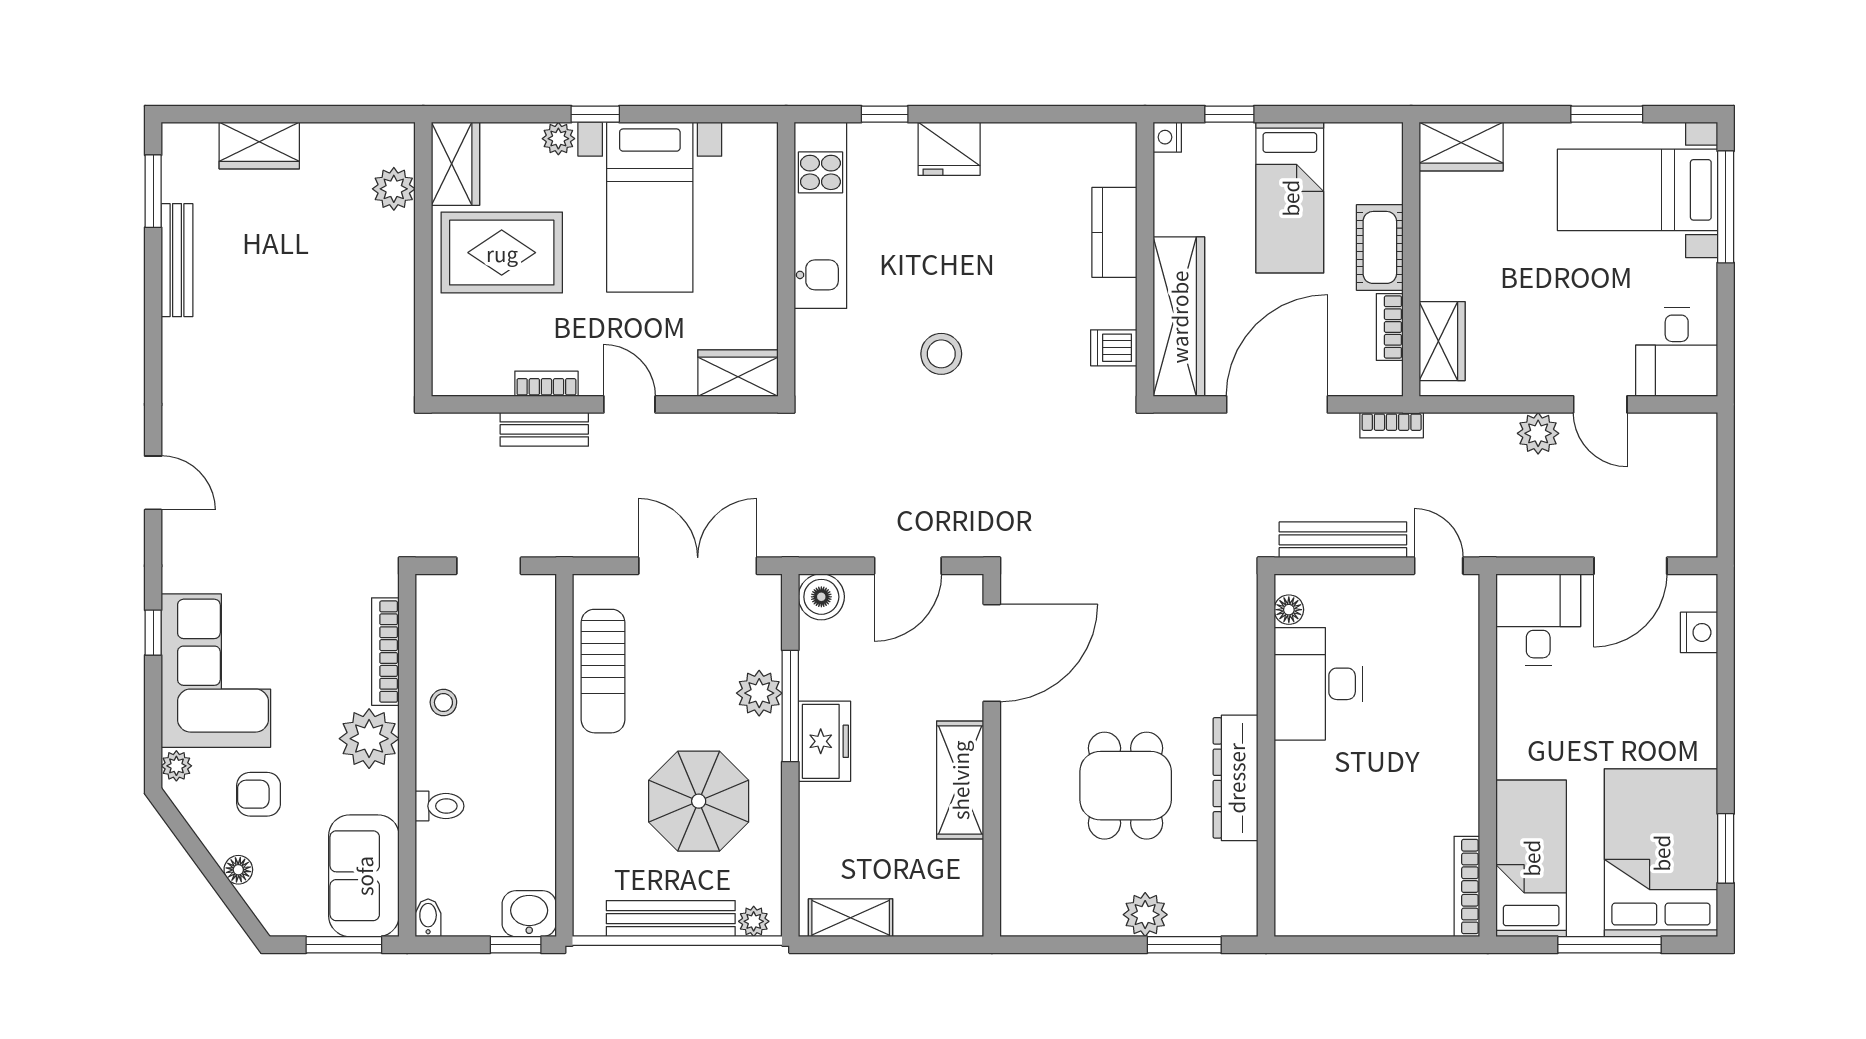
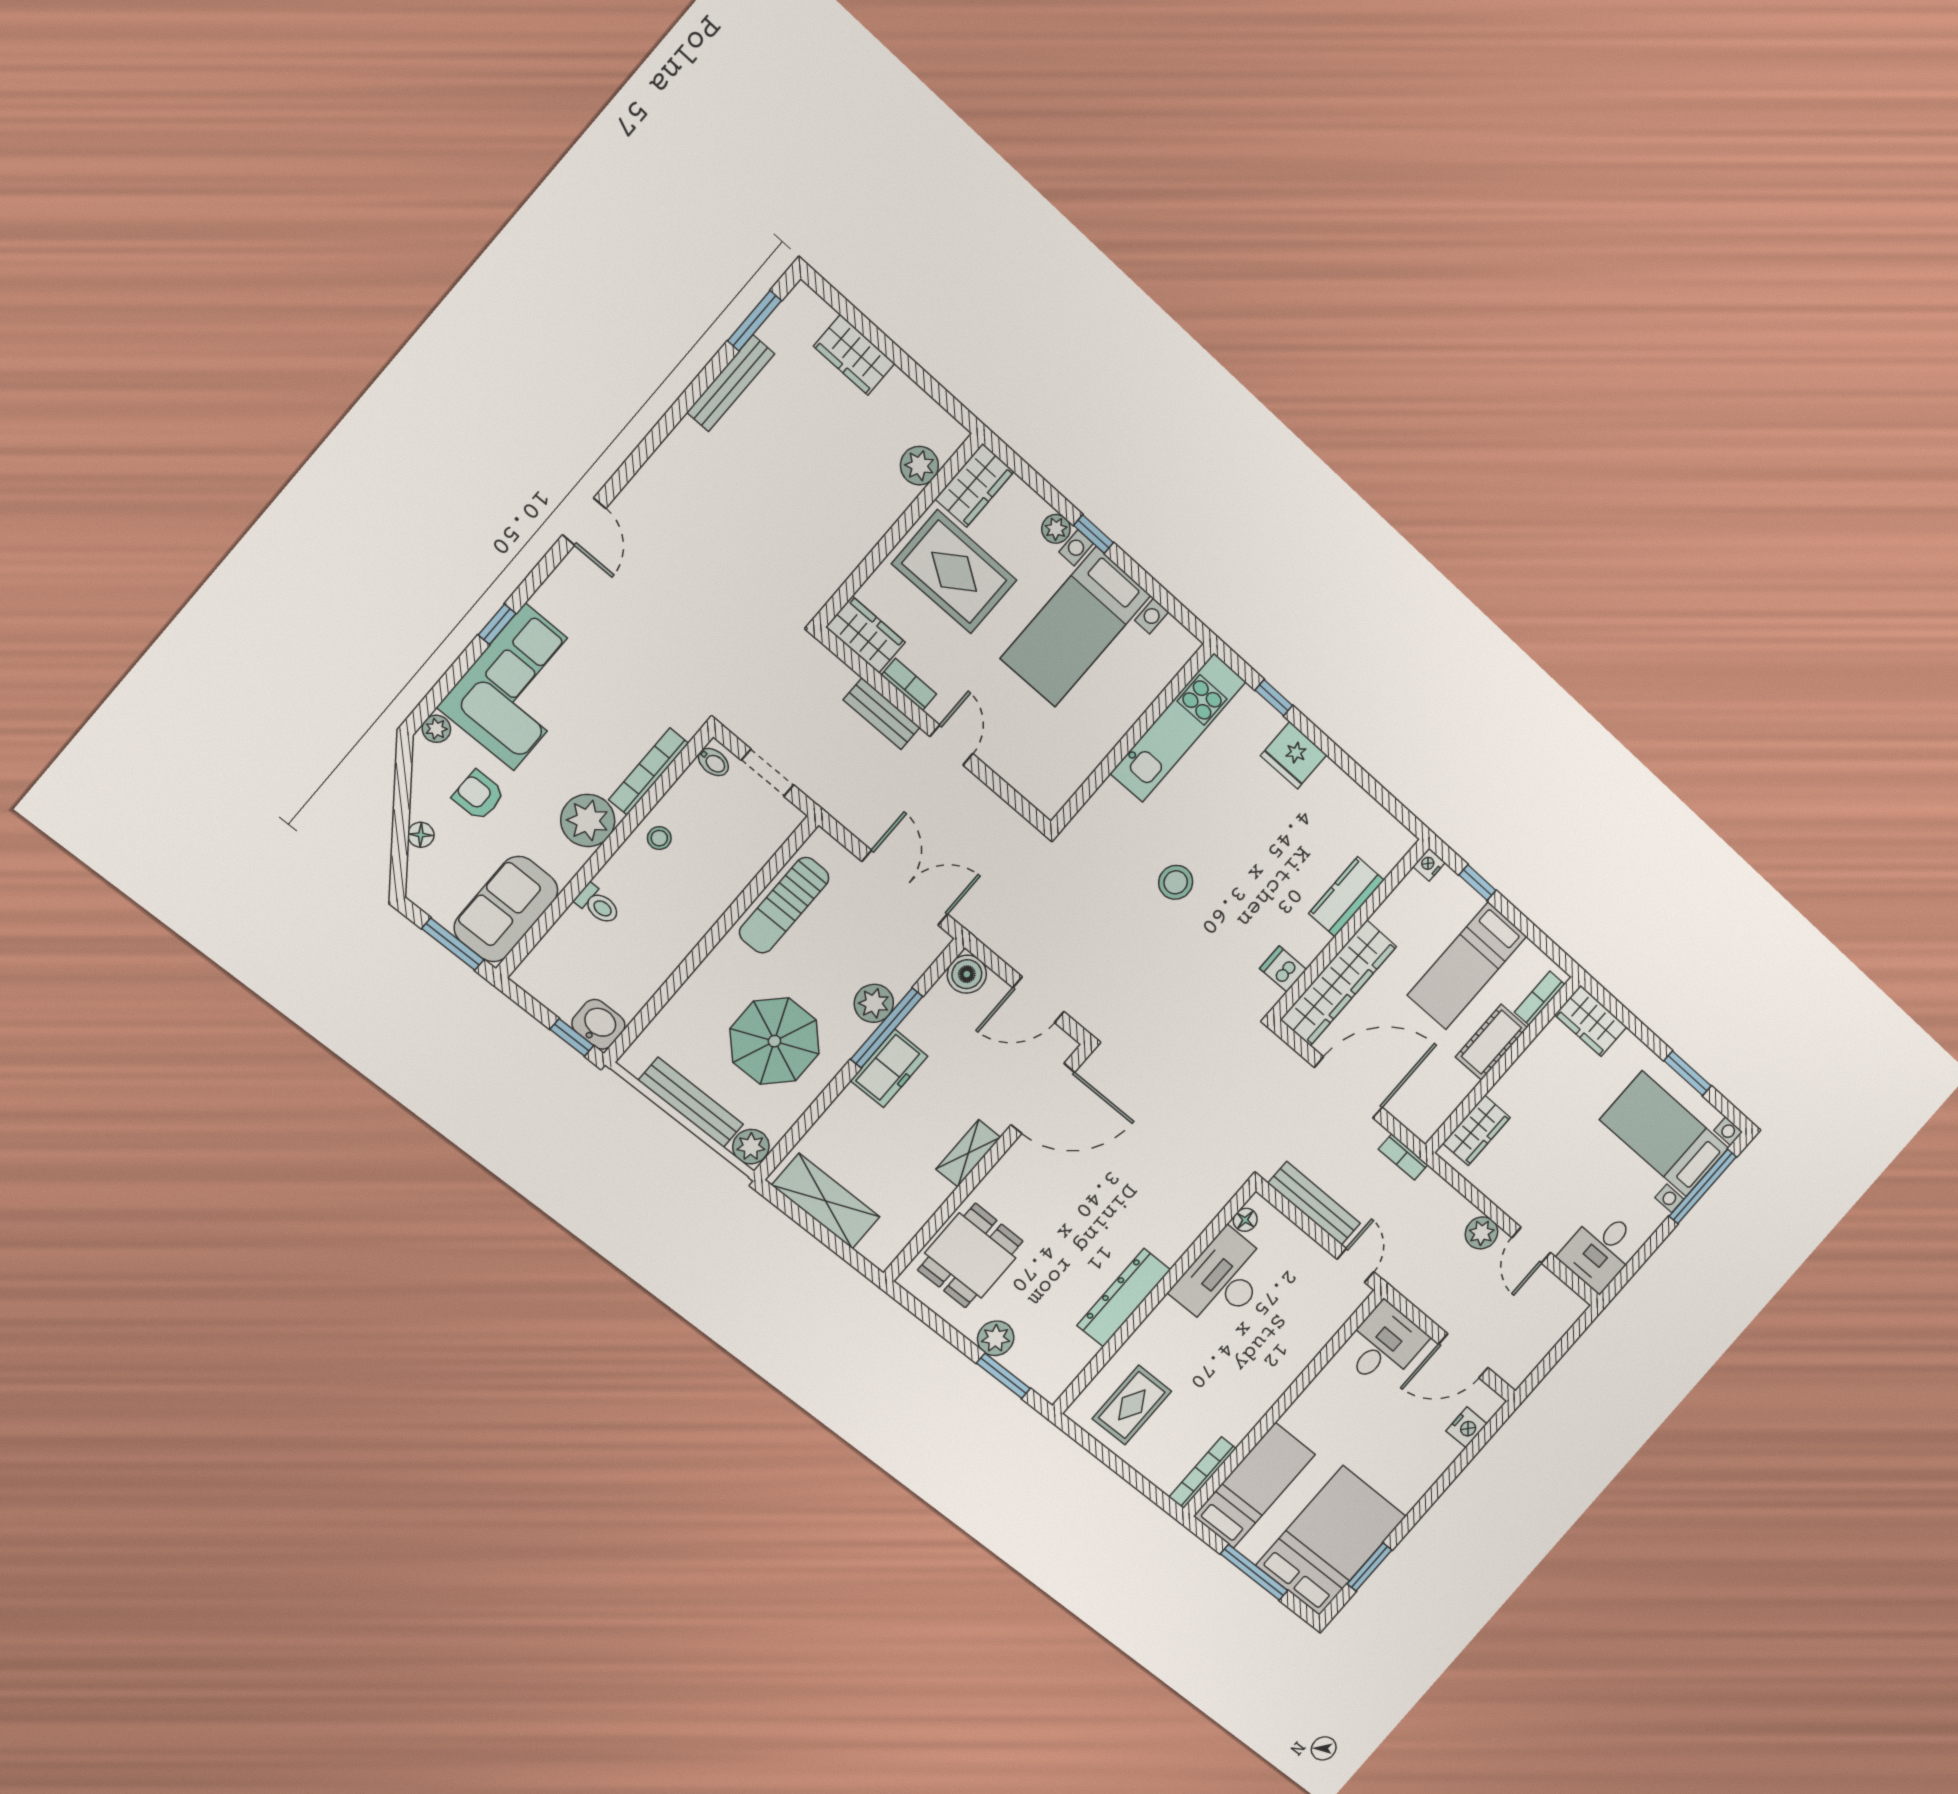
bookcase: (1390, 327) -> (1540, 998), moved
wardrobe: (738, 373) -> (865, 635), moved
shelving: (960, 780) -> (968, 1153), width x0.67, depth x0.75
dining table: (1126, 786) -> (970, 1256), moved
rug: (1336, 875) -> (1132, 1405), added
bidet: (428, 918) -> (713, 762), moved, turned 90
shelving: (851, 918) -> (826, 1201), width x1.50, depth x1.33
plant: (754, 921) -> (751, 1147), width x1.38, depth x1.38

